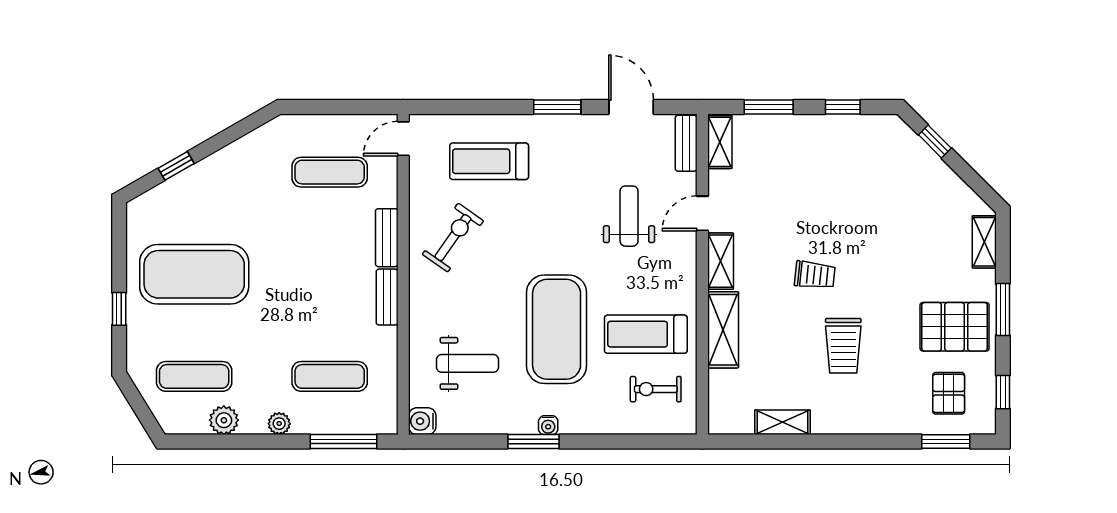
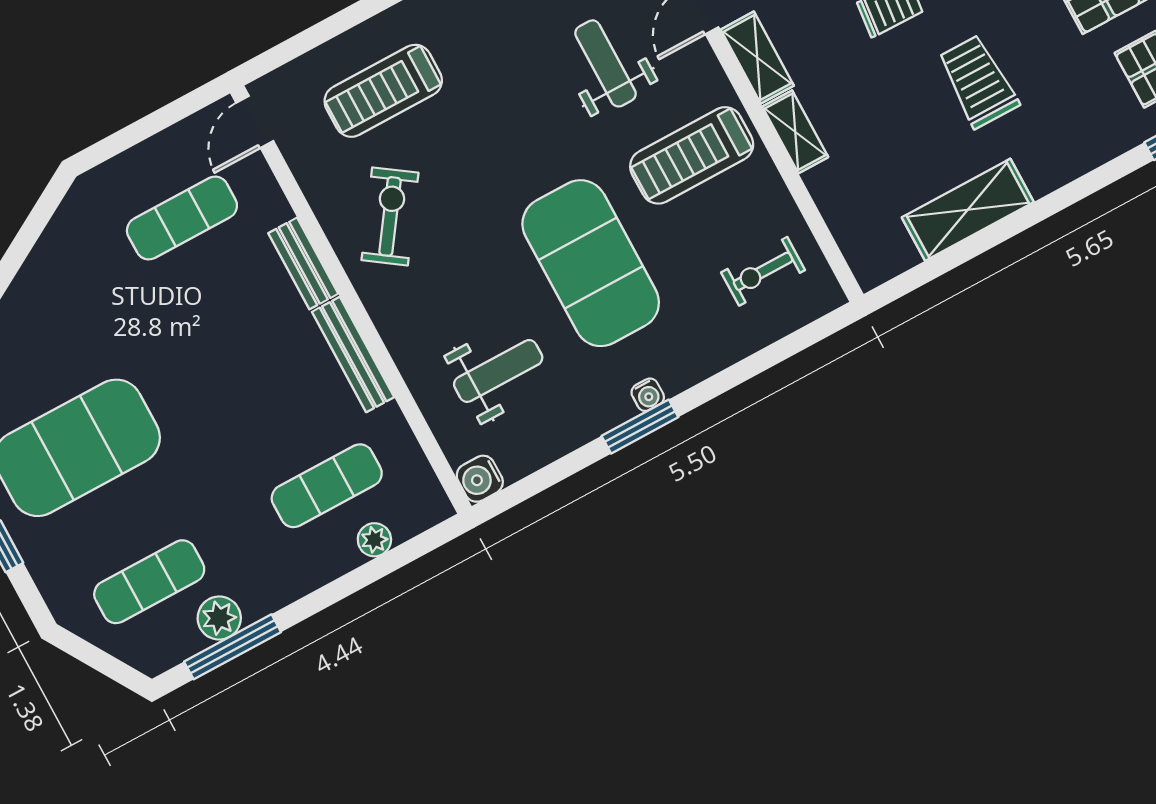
bench: (387, 297) -> (353, 354), width x1.36
shelving: (723, 330) -> (795, 132), width x0.67, depth x0.75
treadmill: (646, 334) -> (692, 155), moved
trolley: (843, 346) -> (978, 81), turned 180
shelving: (782, 422) -> (968, 210), width x1.50, depth x1.33
plant: (279, 424) -> (374, 540), moved
window: (343, 441) -> (233, 647), moved

